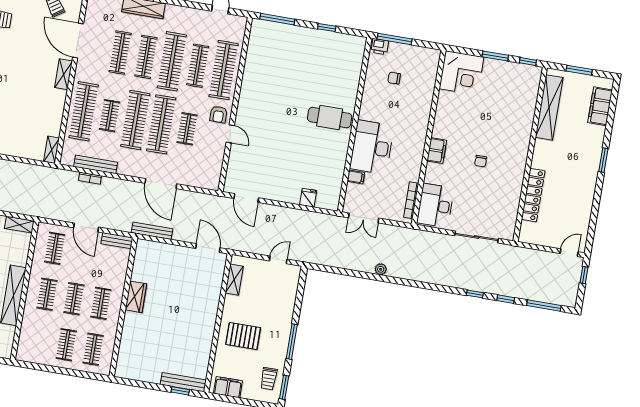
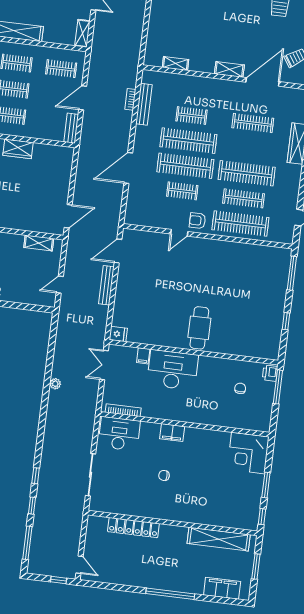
clothes rail: (146, 57) -> (250, 148), removed
clothes rail: (84, 111) -> (195, 90), removed
shelving: (52, 150) -> (176, 63), moved
window: (603, 160) -> (170, 594), width x2.11
fridge: (308, 198) -> (118, 334), moved
bench: (152, 231) -> (106, 285), moved
door: (278, 260) -> (60, 285), swing flipped

